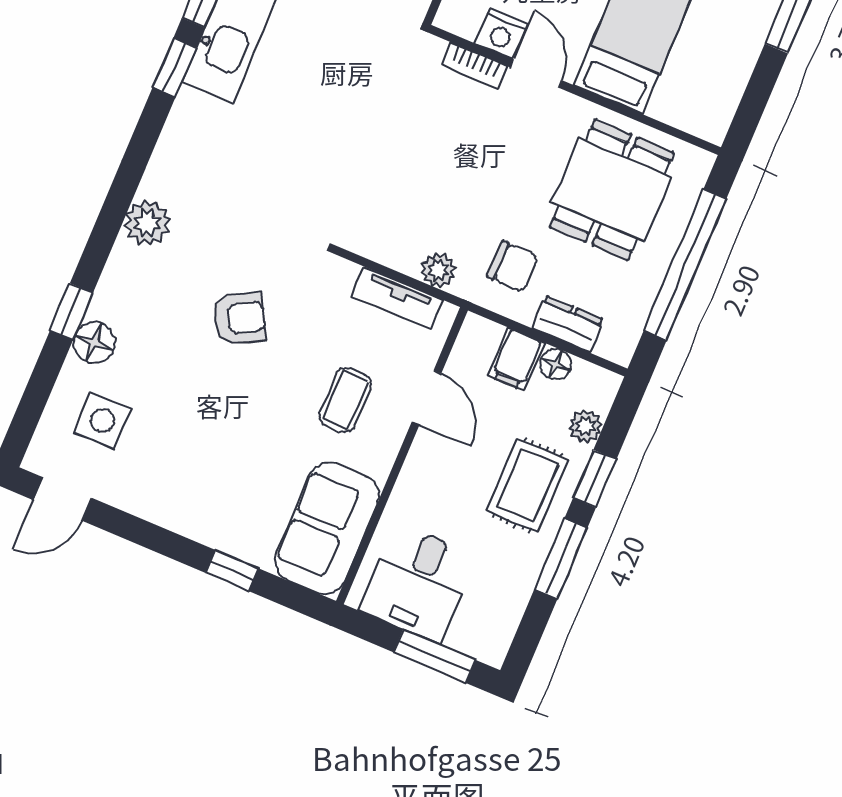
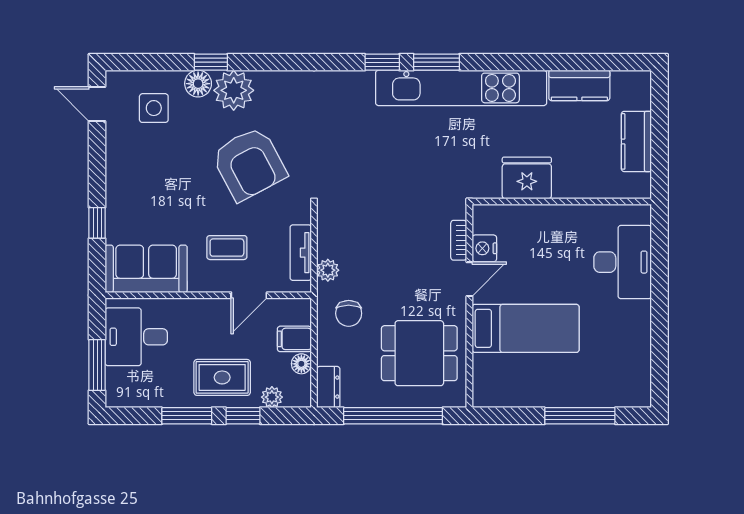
plant: (147, 223) -> (234, 90), moved, width x1.36, depth x1.36
armchair: (239, 318) -> (249, 164), width x1.88, depth x1.88
dresser: (568, 324) -> (328, 387), moved

